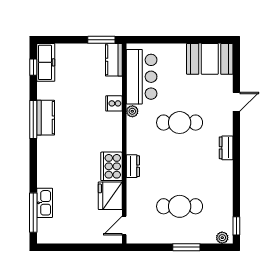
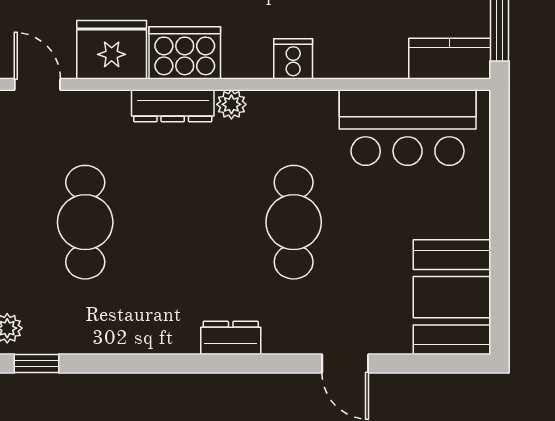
cooker: (114, 103) -> (293, 59), moved
plant: (132, 111) -> (231, 104), moved
dresser: (133, 166) -> (173, 106), width x1.44

